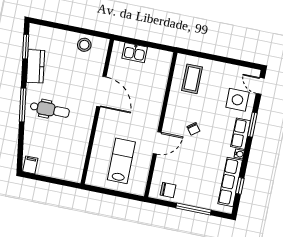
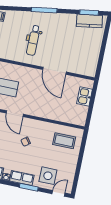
stool: (84, 45) -> (91, 58), removed
kitchen counter: (36, 66) -> (89, 21), moved
door: (101, 92) -> (54, 71), hinge flipped
dental chair: (50, 110) -> (33, 40), moved

